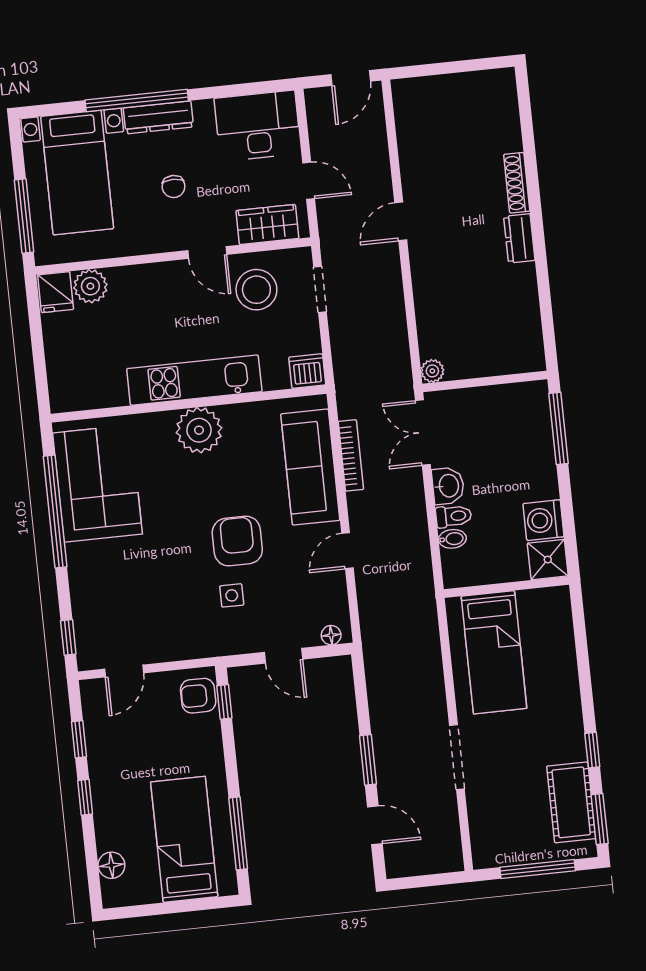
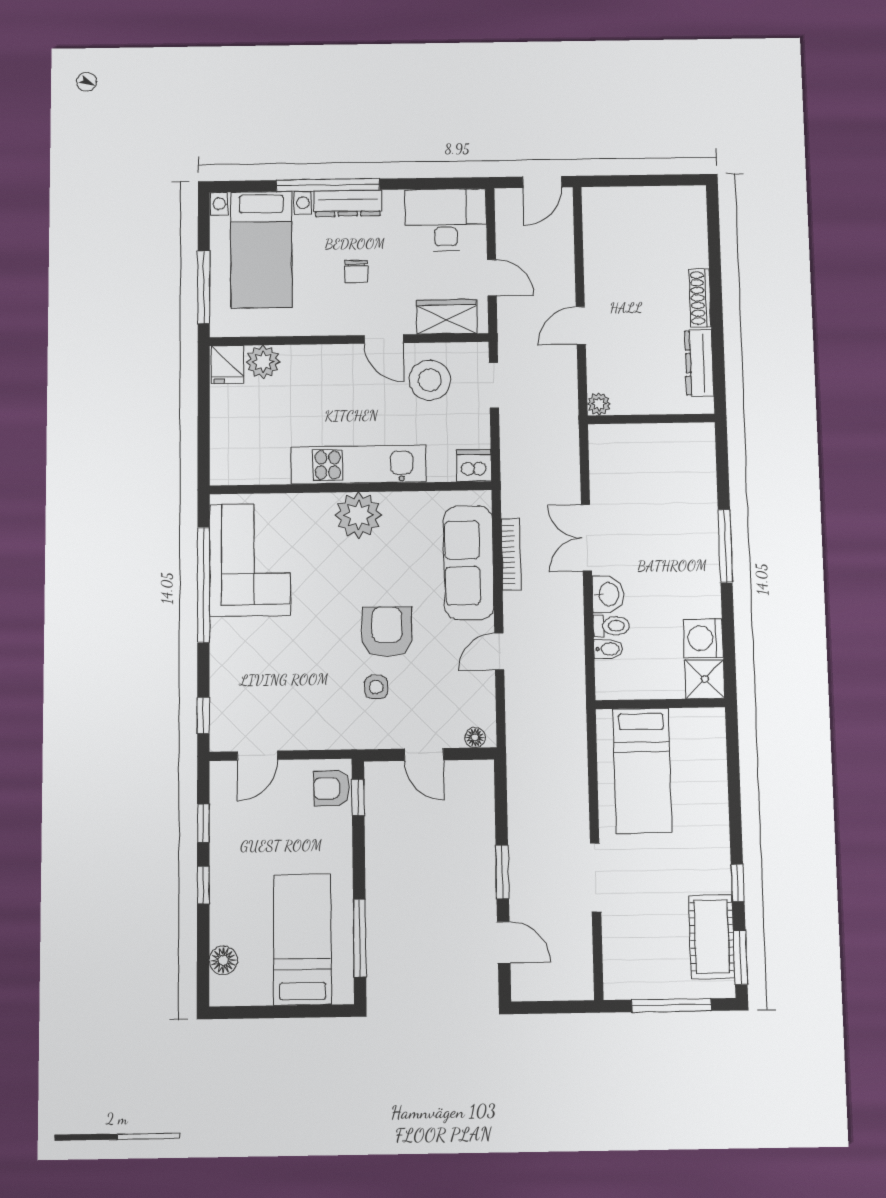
dresser: (519, 238) -> (699, 363), width x1.44
plant: (432, 371) -> (599, 404), moved
wall: (485, 381) -> (651, 419), moved

